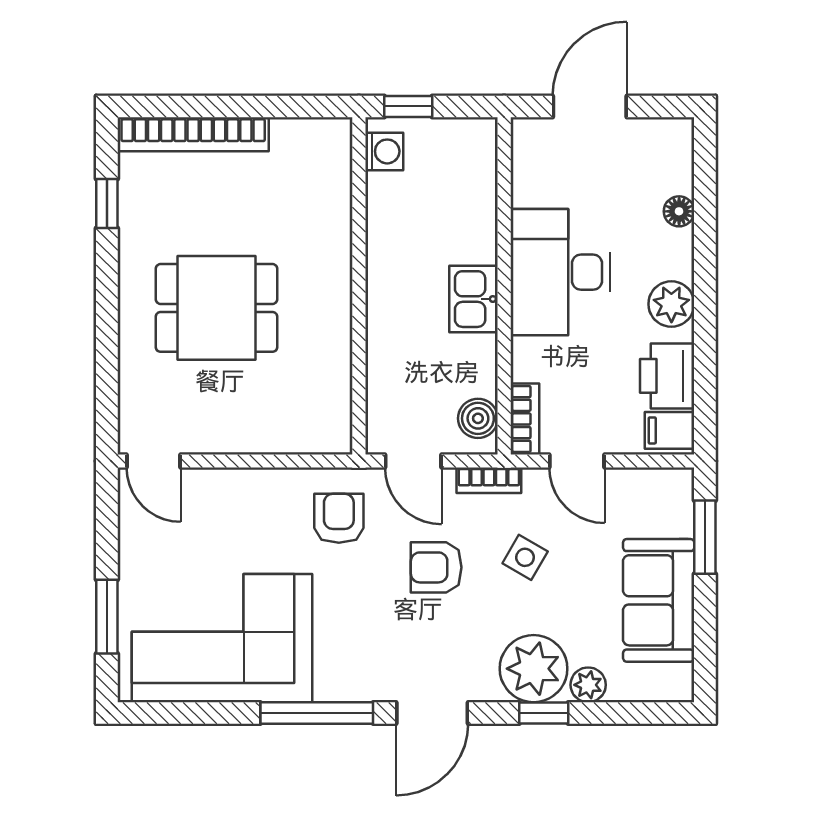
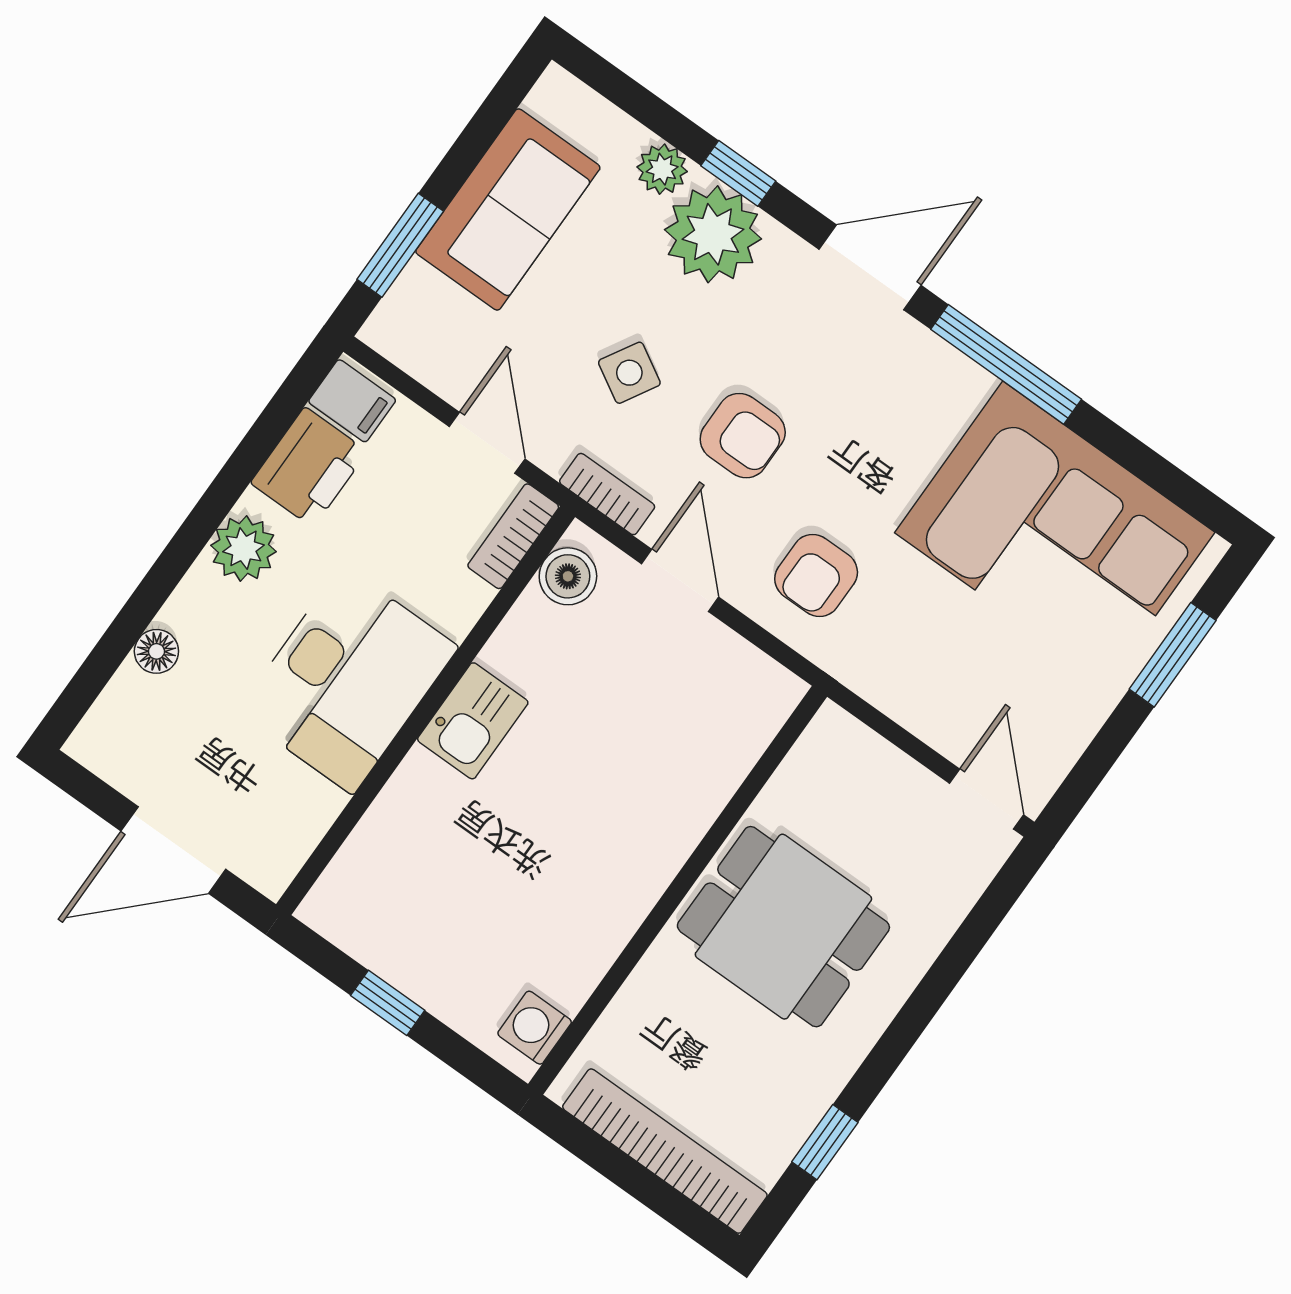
washing machine: (384, 151) -> (535, 1028), moved
wall: (359, 286) -> (678, 890), moved

